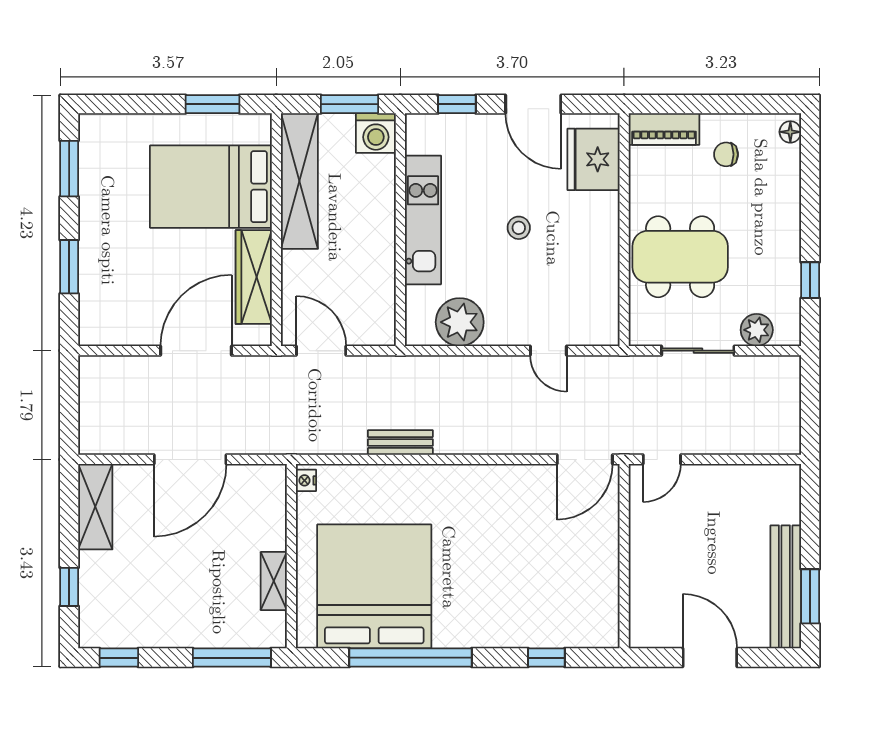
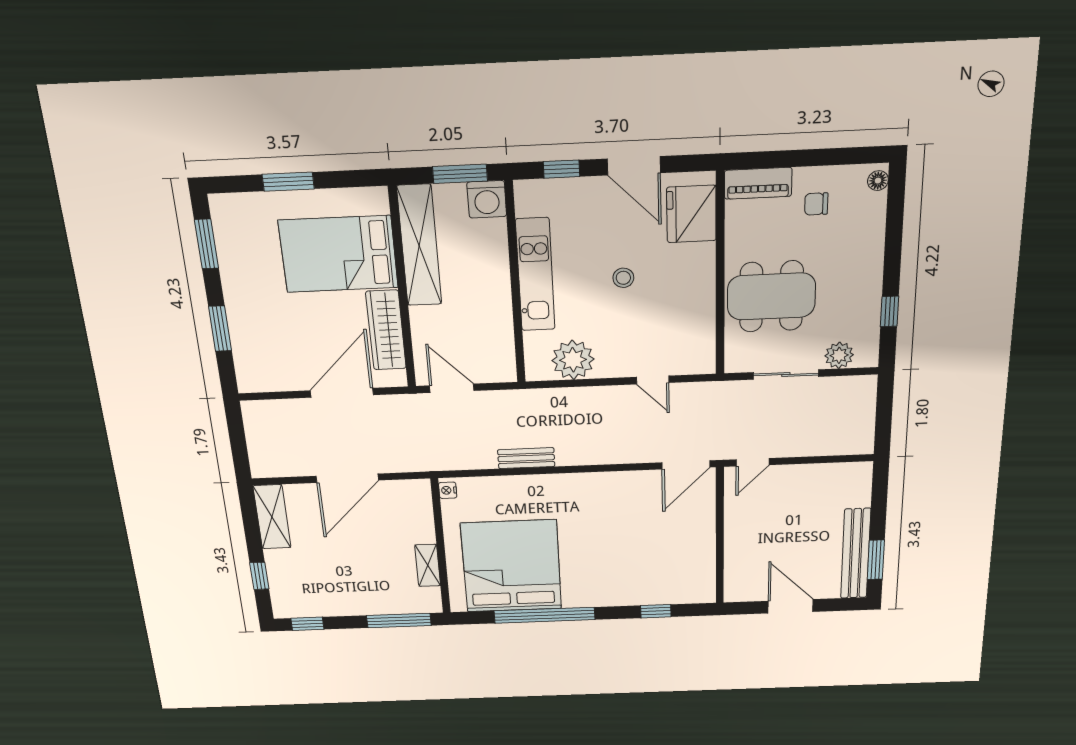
window: (212, 104) -> (288, 182), moved

